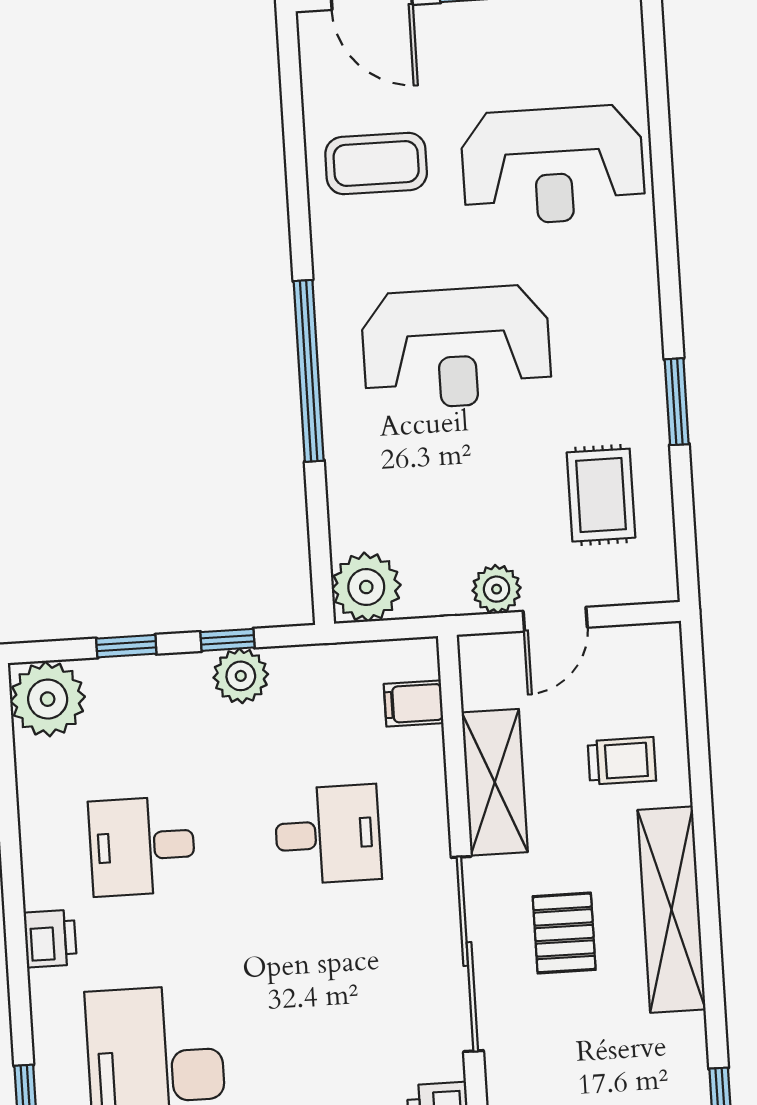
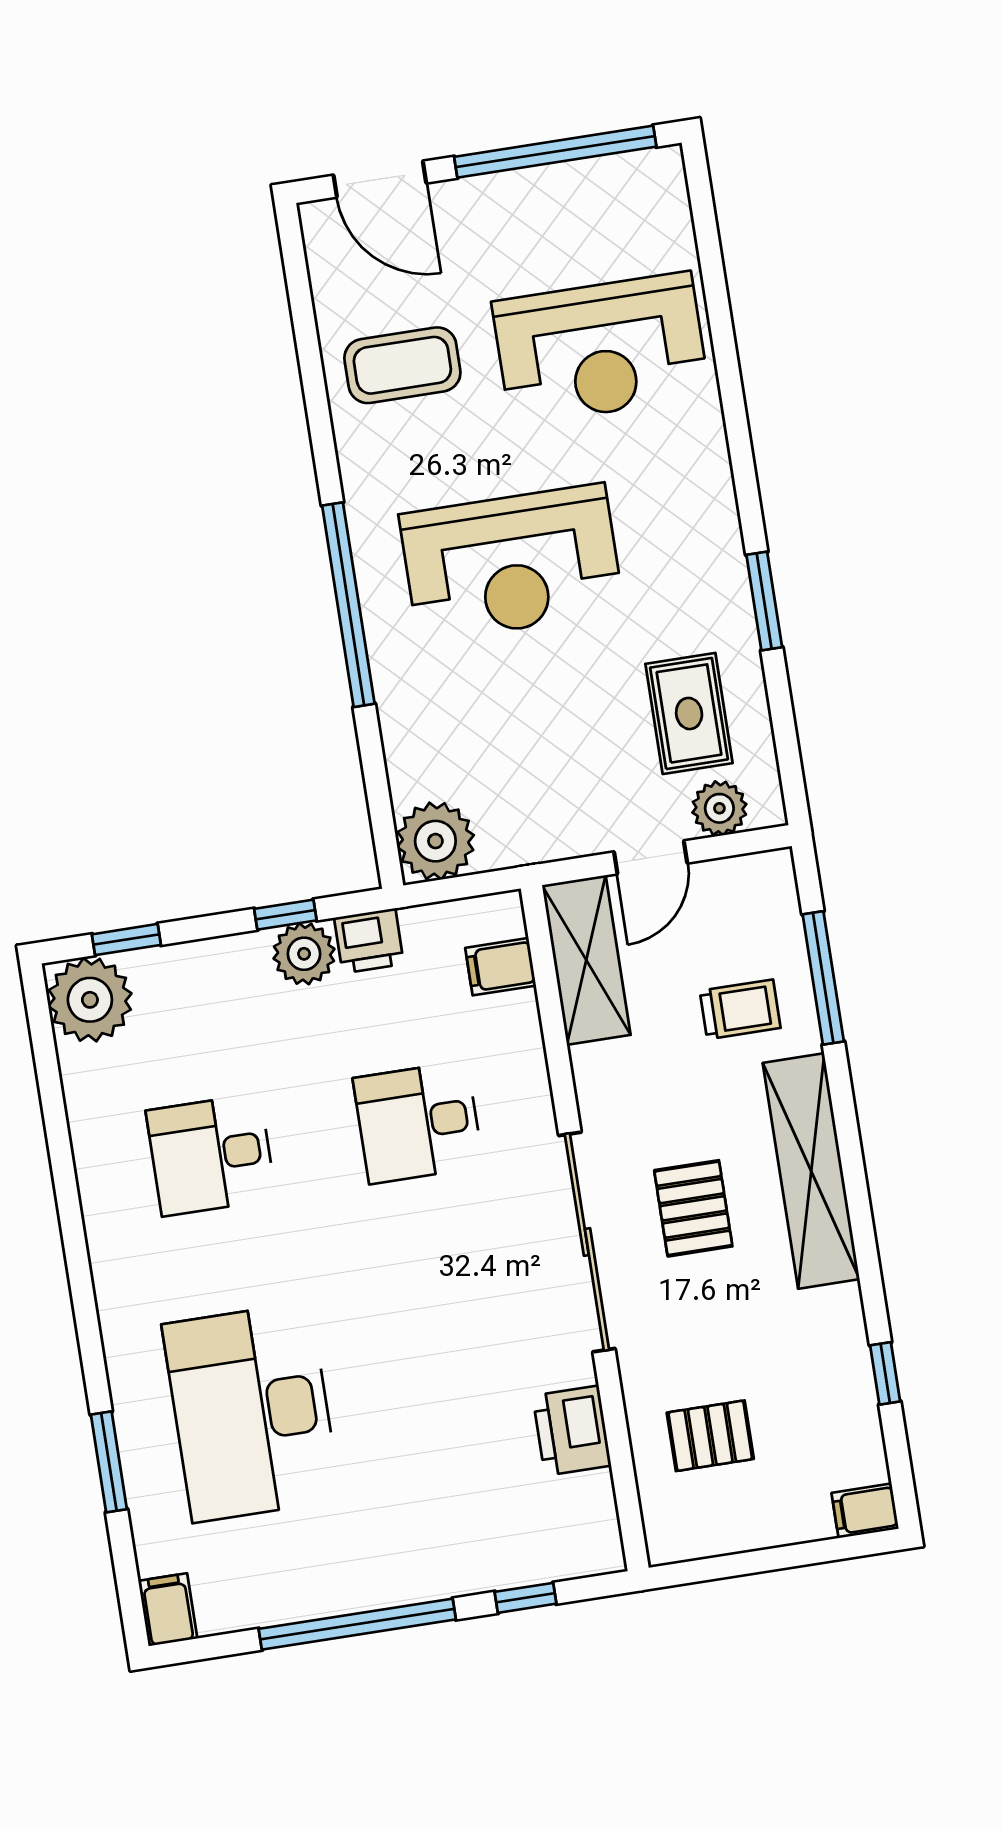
plant: (497, 589) -> (719, 808), moved
window: (126, 646) -> (126, 940), moved
window: (698, 740) -> (823, 978), added
shelving: (495, 782) -> (586, 960), moved
desk: (328, 834) -> (418, 1122), turned 180
printer: (50, 939) -> (369, 941), moved, turned 90

